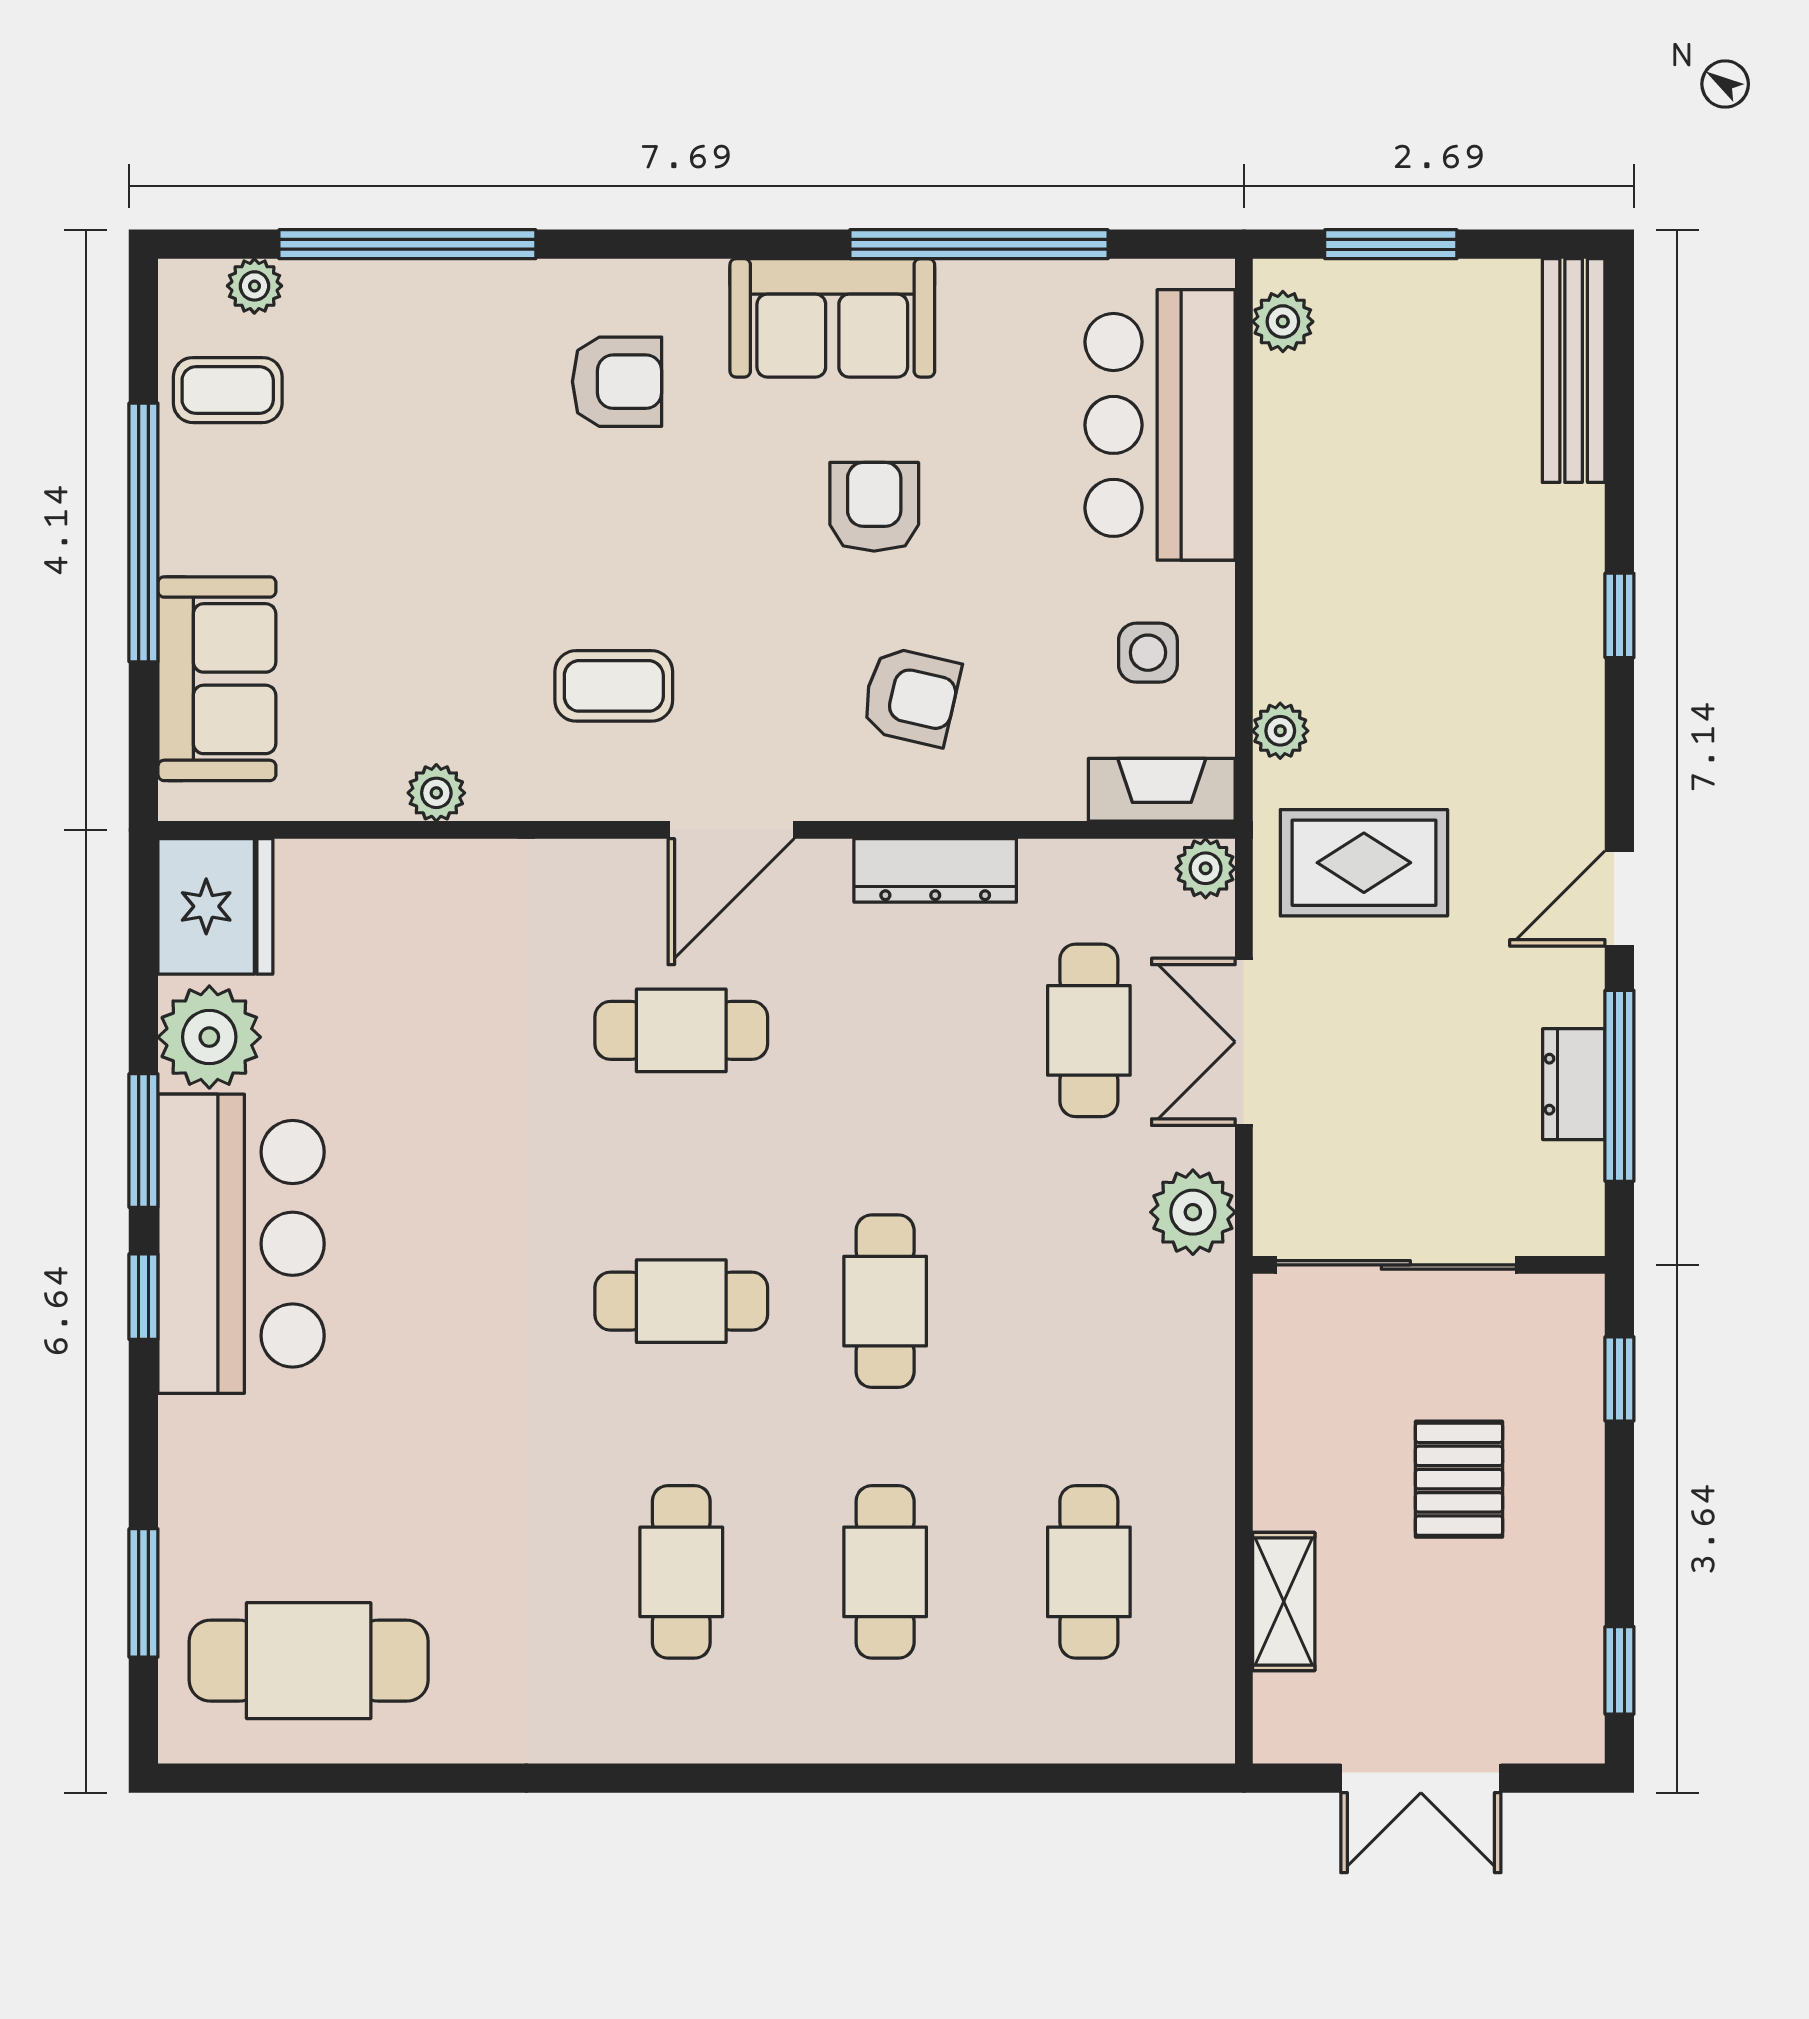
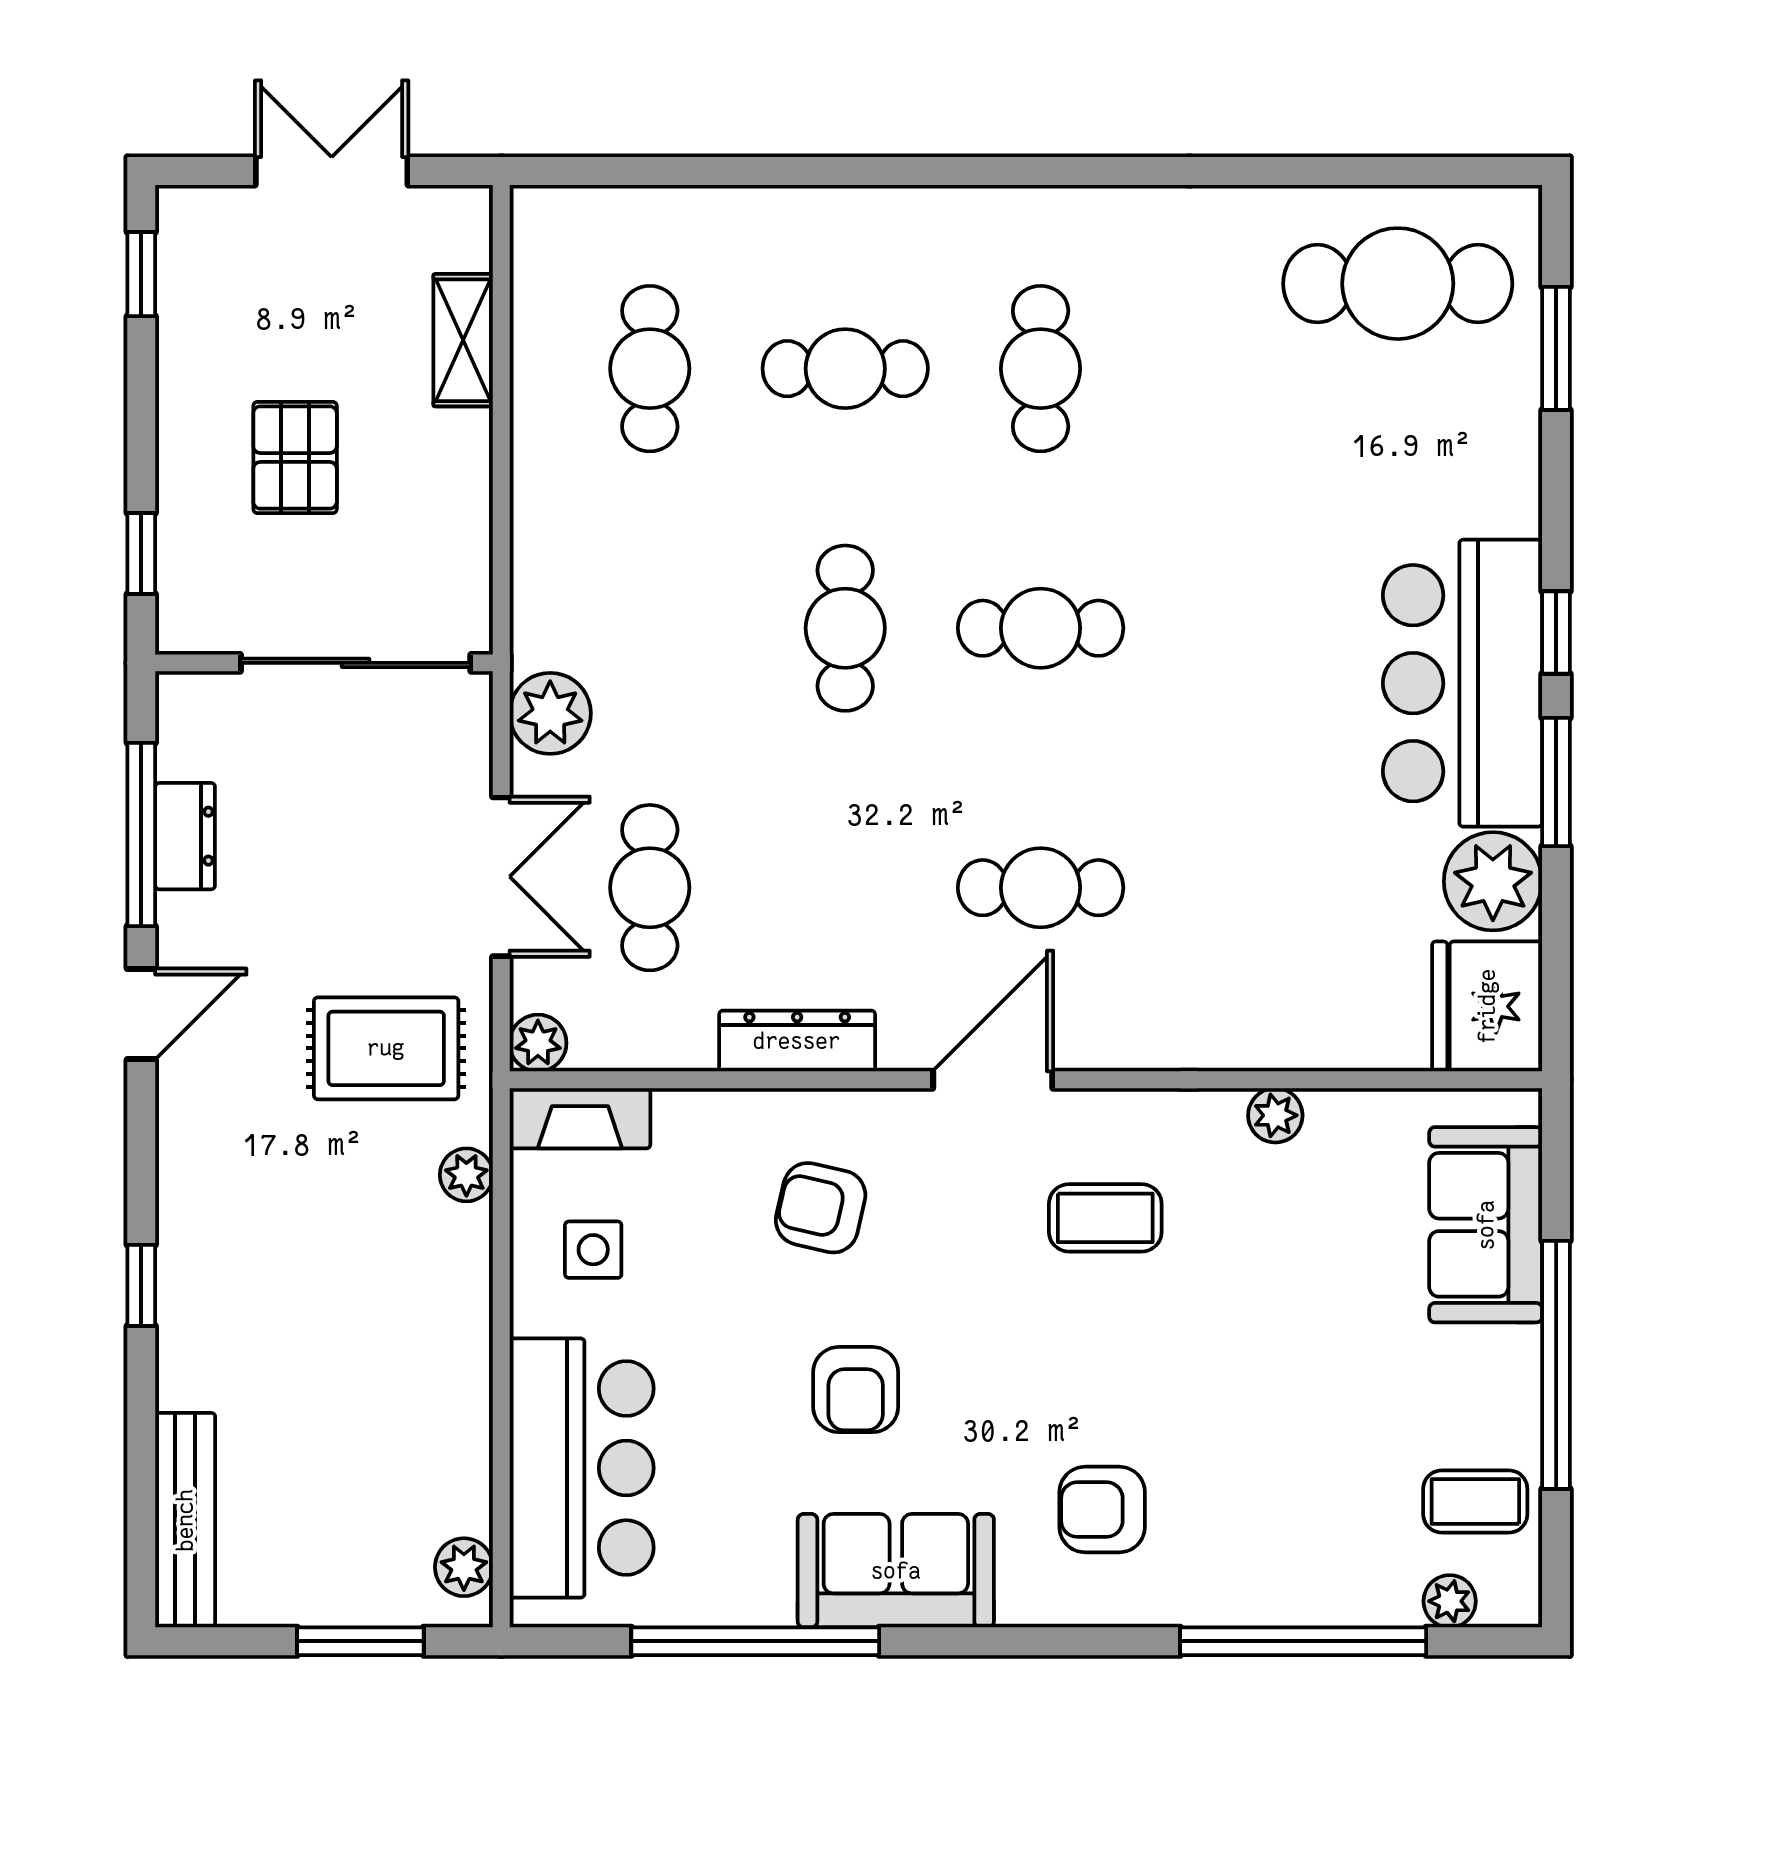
cafe table: (885, 1572) -> (845, 369), turned 90

